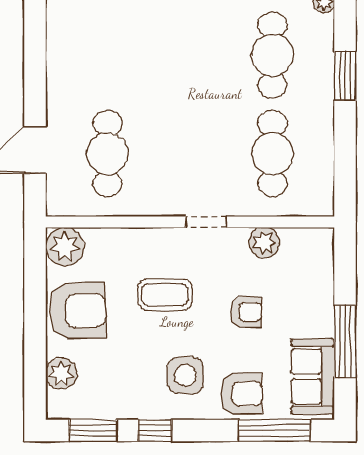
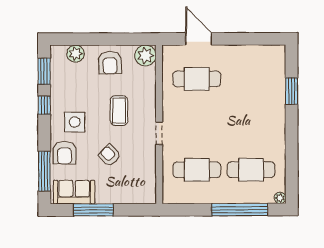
window: (345, 76) -> (240, 210), width x2.11
plant: (264, 243) -> (148, 165), removed
armchair: (78, 311) -> (110, 63), width x0.73, depth x0.73
armchair: (246, 312) -> (110, 155), turned 136

